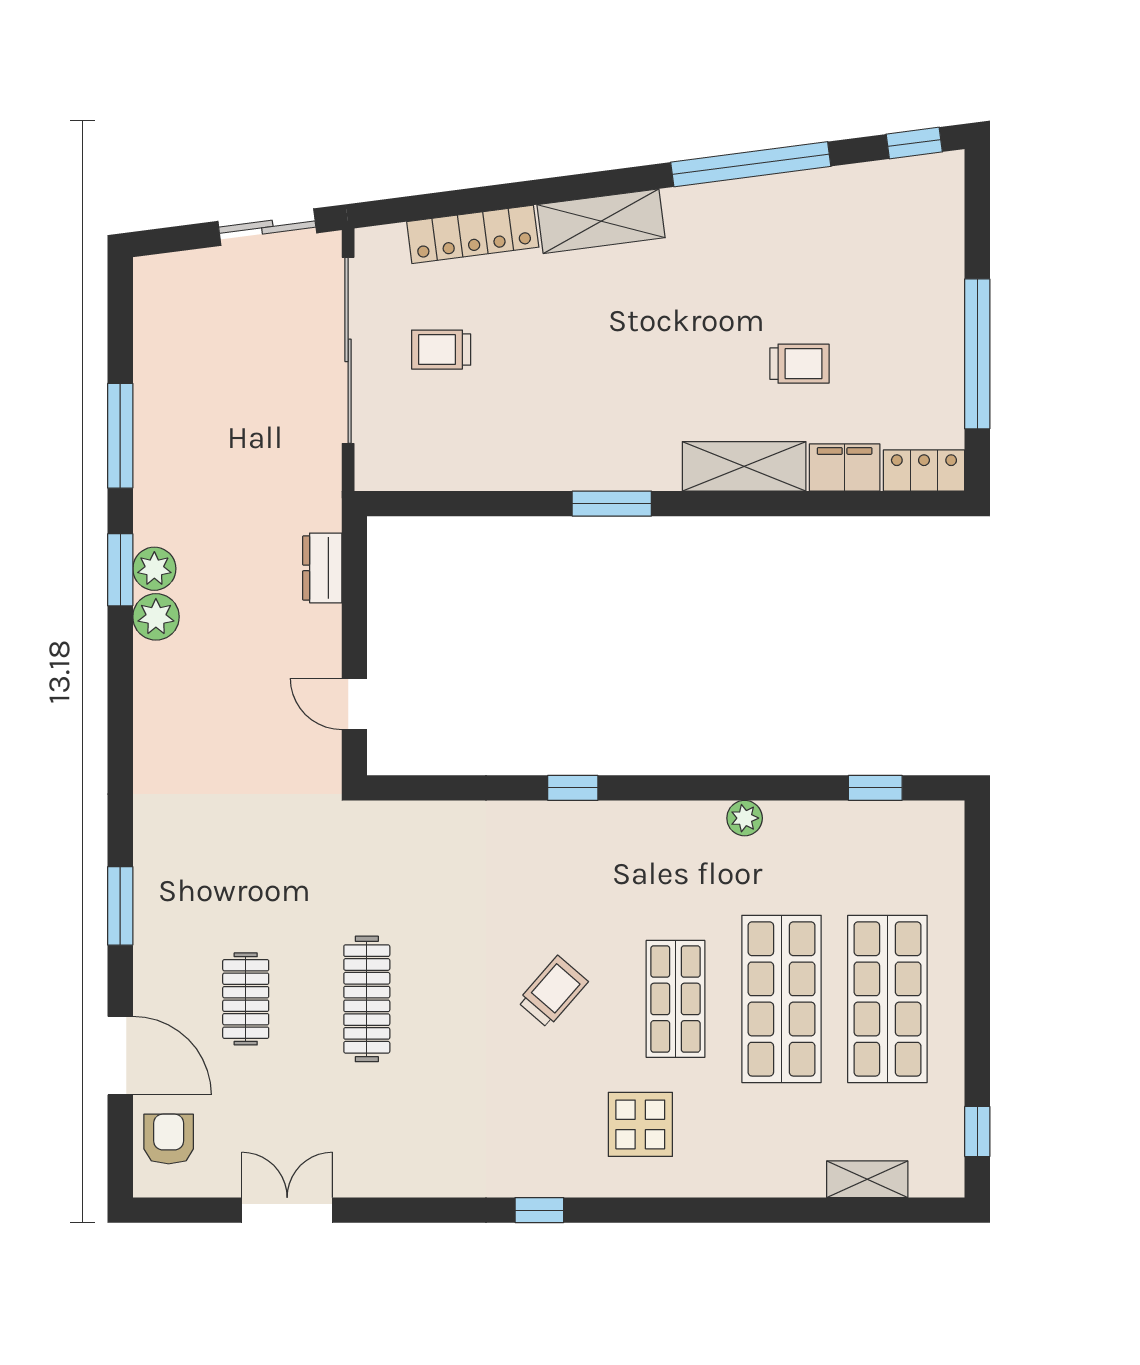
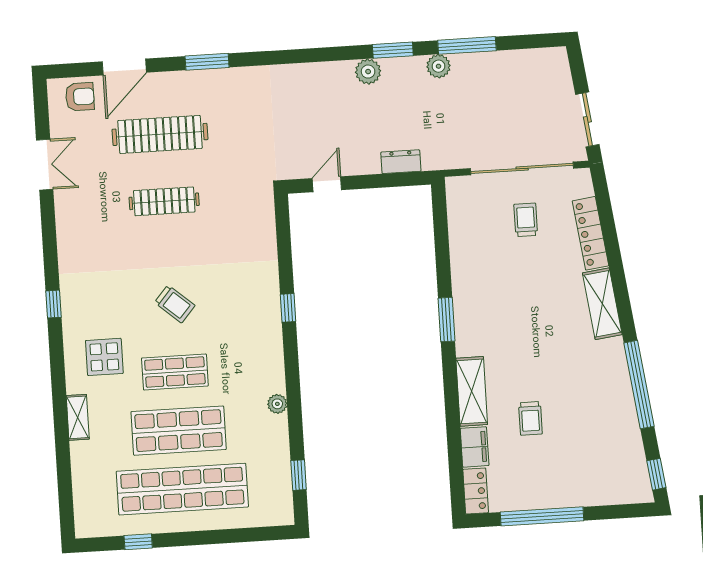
plant: (154, 569) -> (439, 66), moved
clothes rail: (246, 999) -> (160, 134), width x1.86, depth x1.31
shop shelf: (887, 999) -> (182, 489), width x1.40
window: (977, 1132) -> (138, 542), moved
shelving: (867, 1179) -> (78, 417), moved

